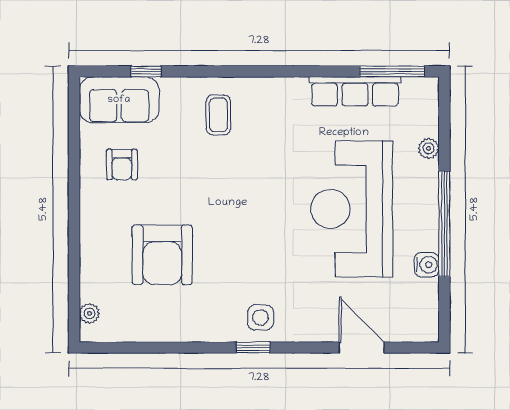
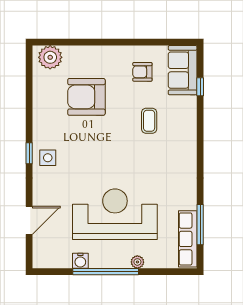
window: (392, 71) -> (200, 225), moved
row of seats: (355, 91) -> (188, 239), moved
coffee table: (218, 115) -> (149, 121), moved, turned 90
plant: (429, 148) -> (137, 262), moved
plant: (89, 313) -> (50, 57), width x1.87, depth x1.87

